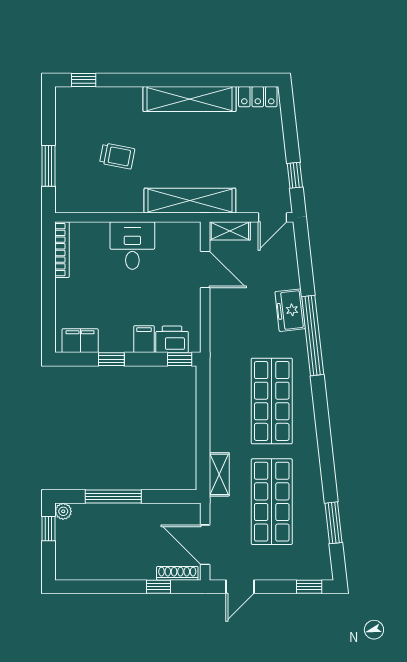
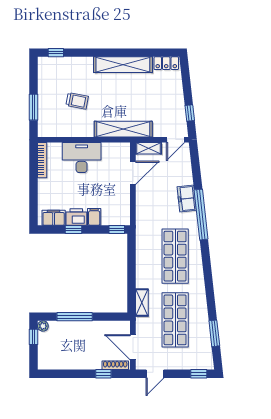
desk: (132, 246) -> (82, 158), width x1.37
door: (205, 269) -> (133, 173), hinge flipped
printer: (172, 339) -> (76, 217), moved

